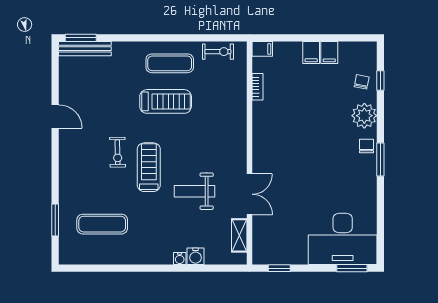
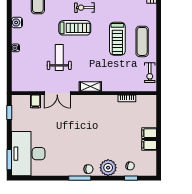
filing cabinet: (262, 49) -> (35, 101), moved
shelving: (239, 235) -> (90, 87), moved
water cooler: (196, 256) -> (17, 22), moved

